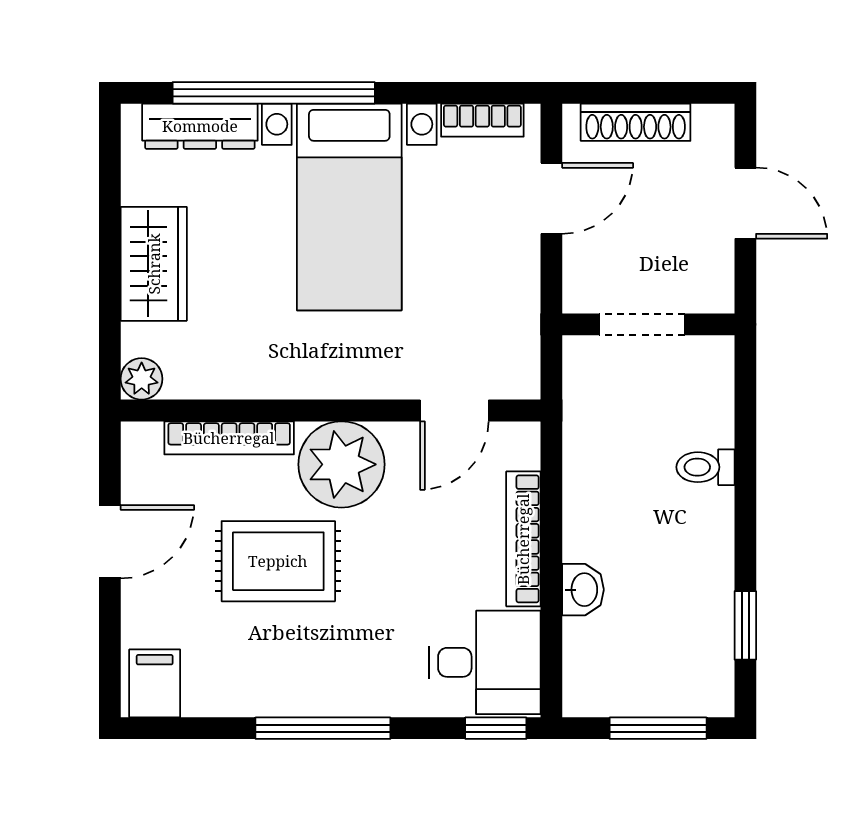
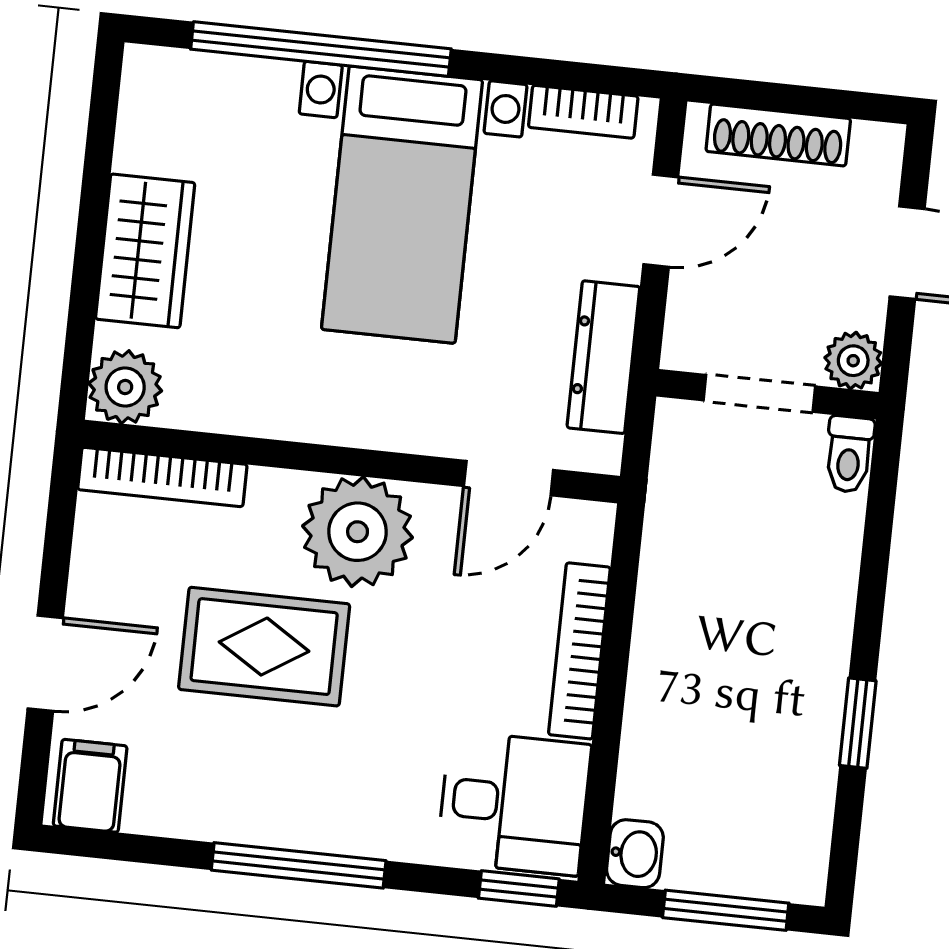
dresser: (200, 126) -> (603, 357), moved, turned 90
plant: (712, 291) -> (853, 361), added
plant: (142, 379) -> (125, 387), width x1.38, depth x1.38
bookcase: (229, 438) -> (162, 477), moved
toilet: (705, 467) -> (849, 454), moved, turned -90
door: (110, 542) -> (45, 663), moved
washbasin: (583, 590) -> (635, 854), moved
window: (745, 625) -> (858, 723), moved

